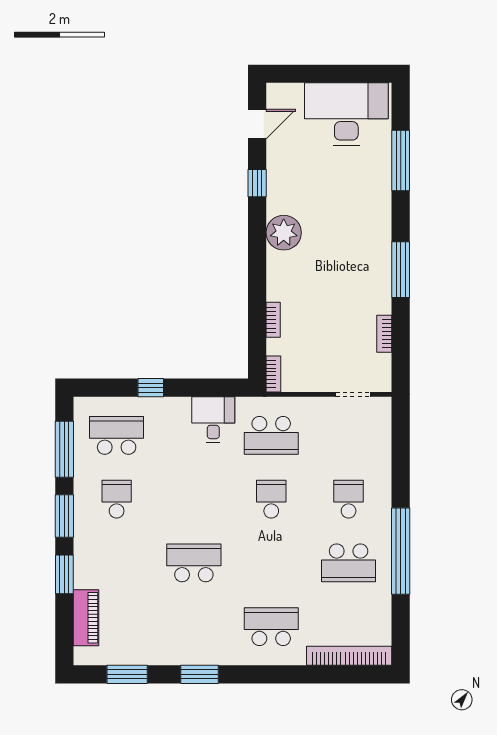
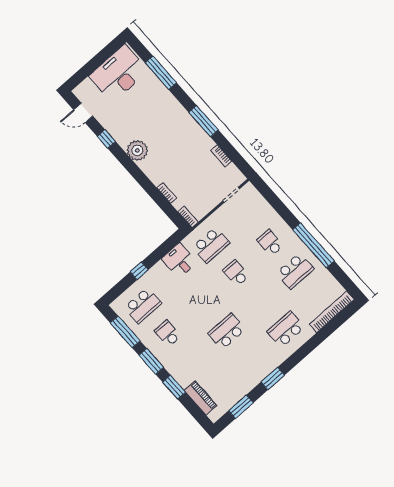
door: (257, 124) -> (83, 113), swing flipped
school desk: (117, 435) -> (143, 305), turned 180

